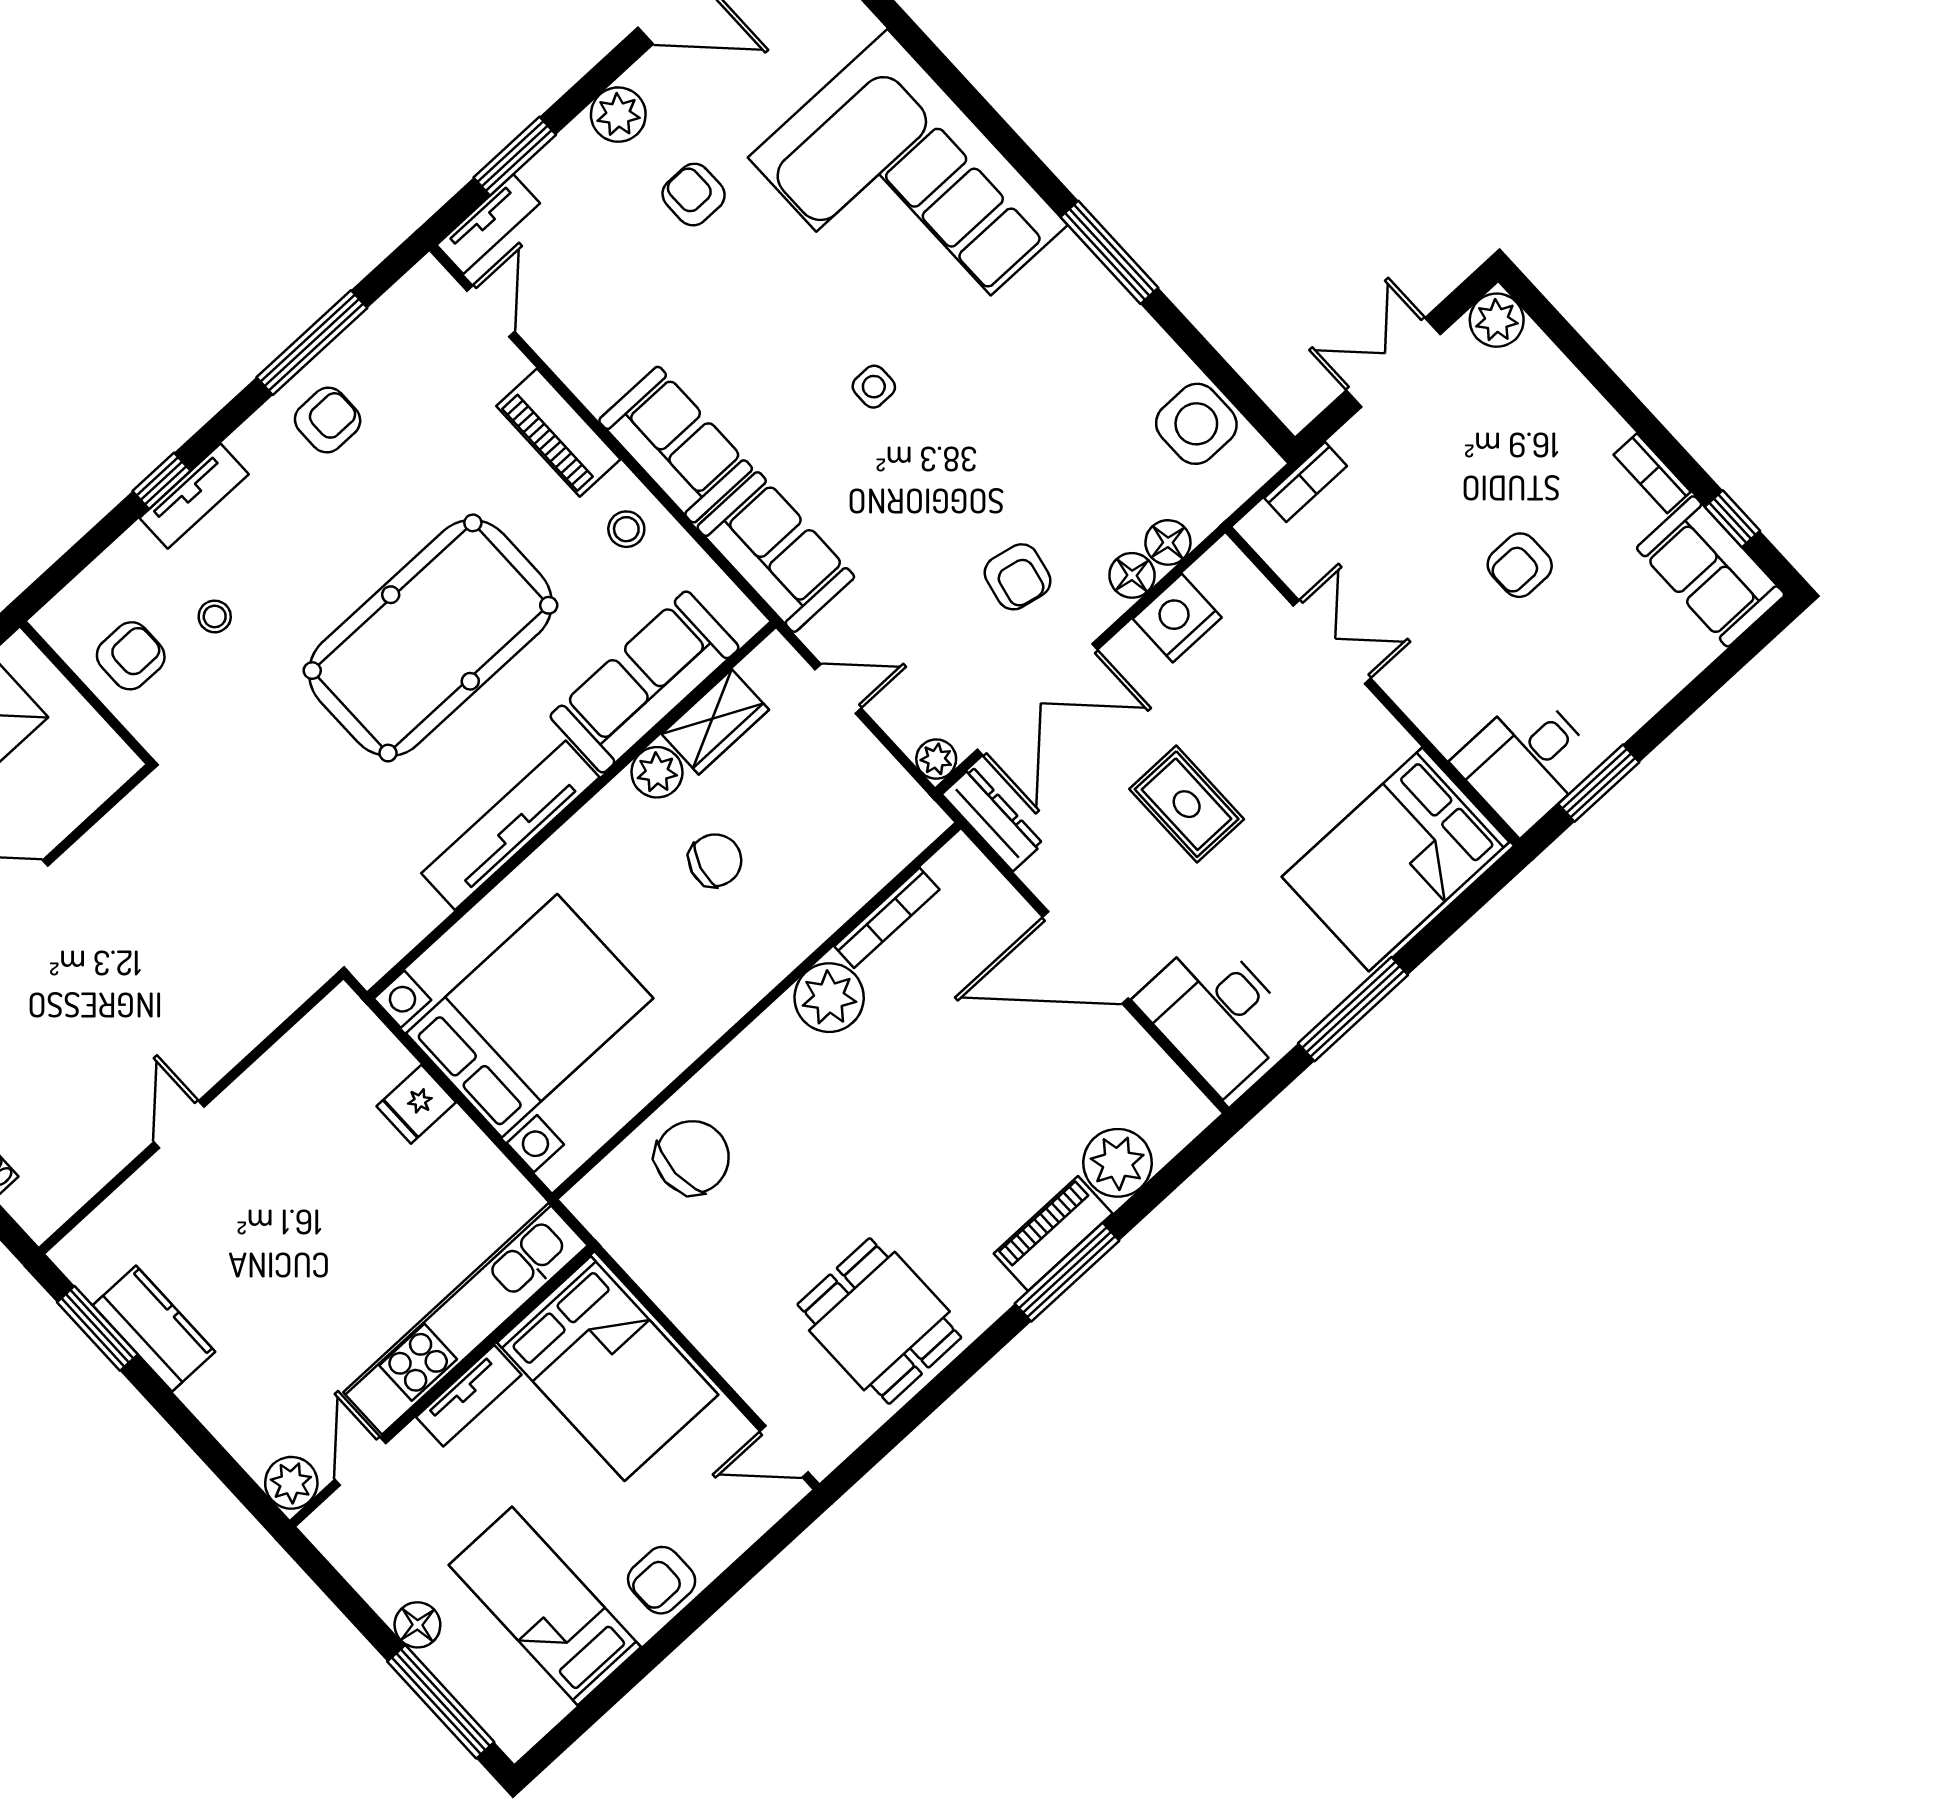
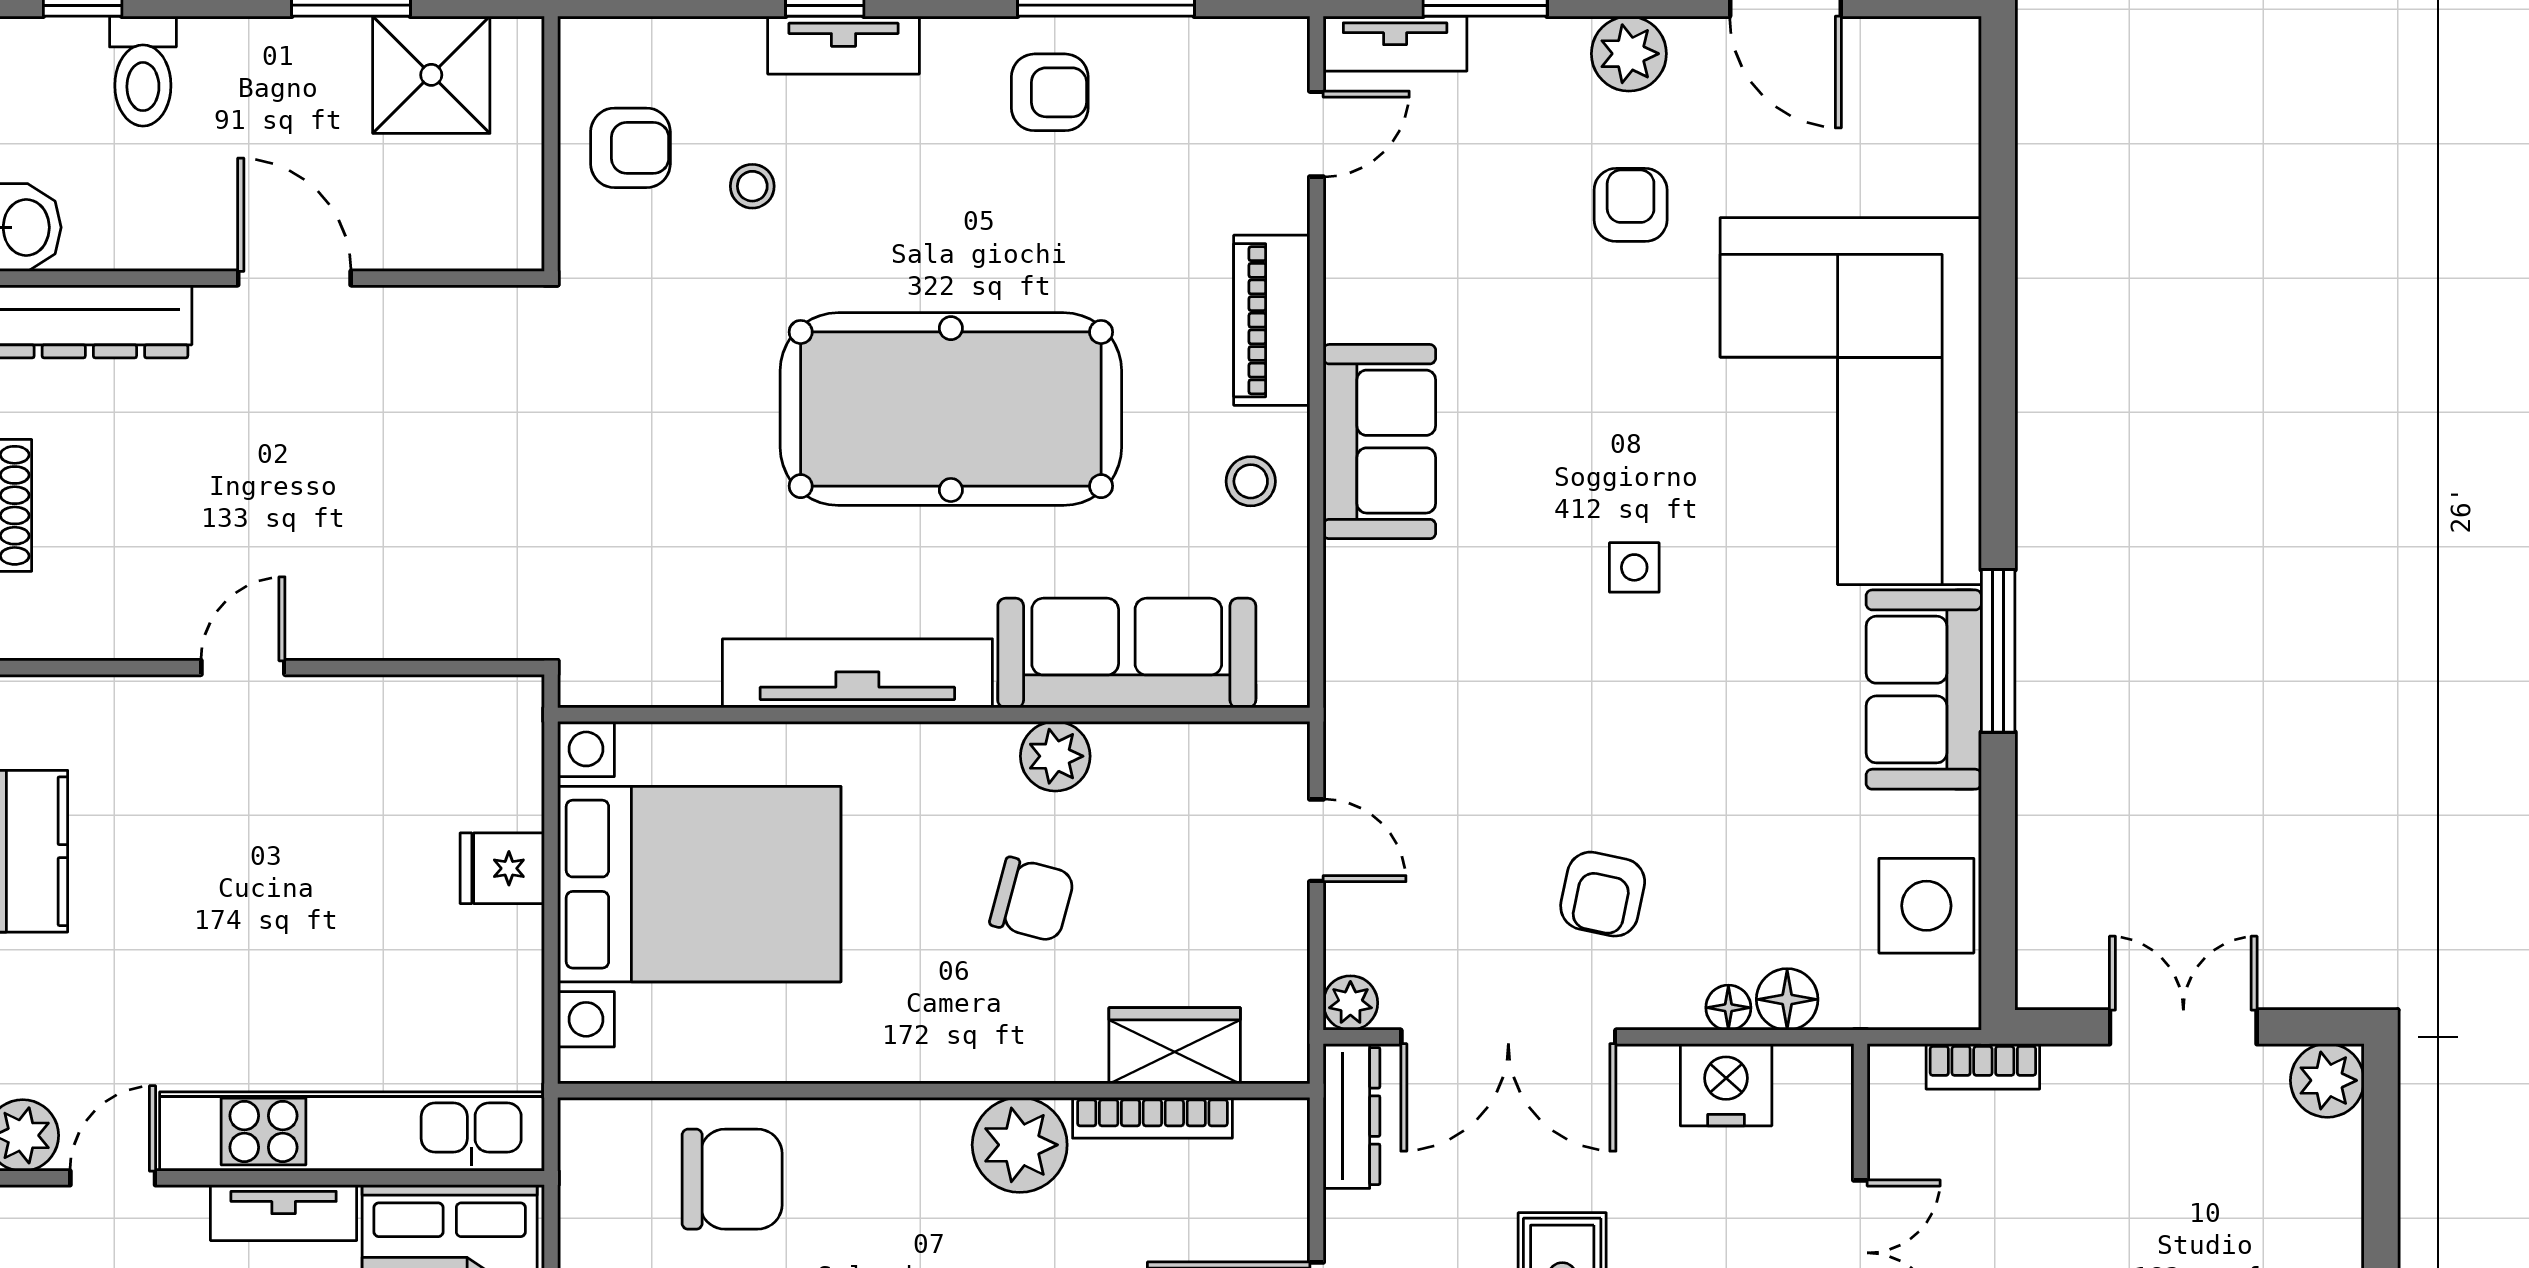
sofa: (776, 552) -> (1924, 690), moved, turned 180
floor lamp: (1132, 575) -> (1728, 1008), width x0.73, depth x0.73
wardrobe: (715, 722) -> (1175, 1046), moved, turned 180

